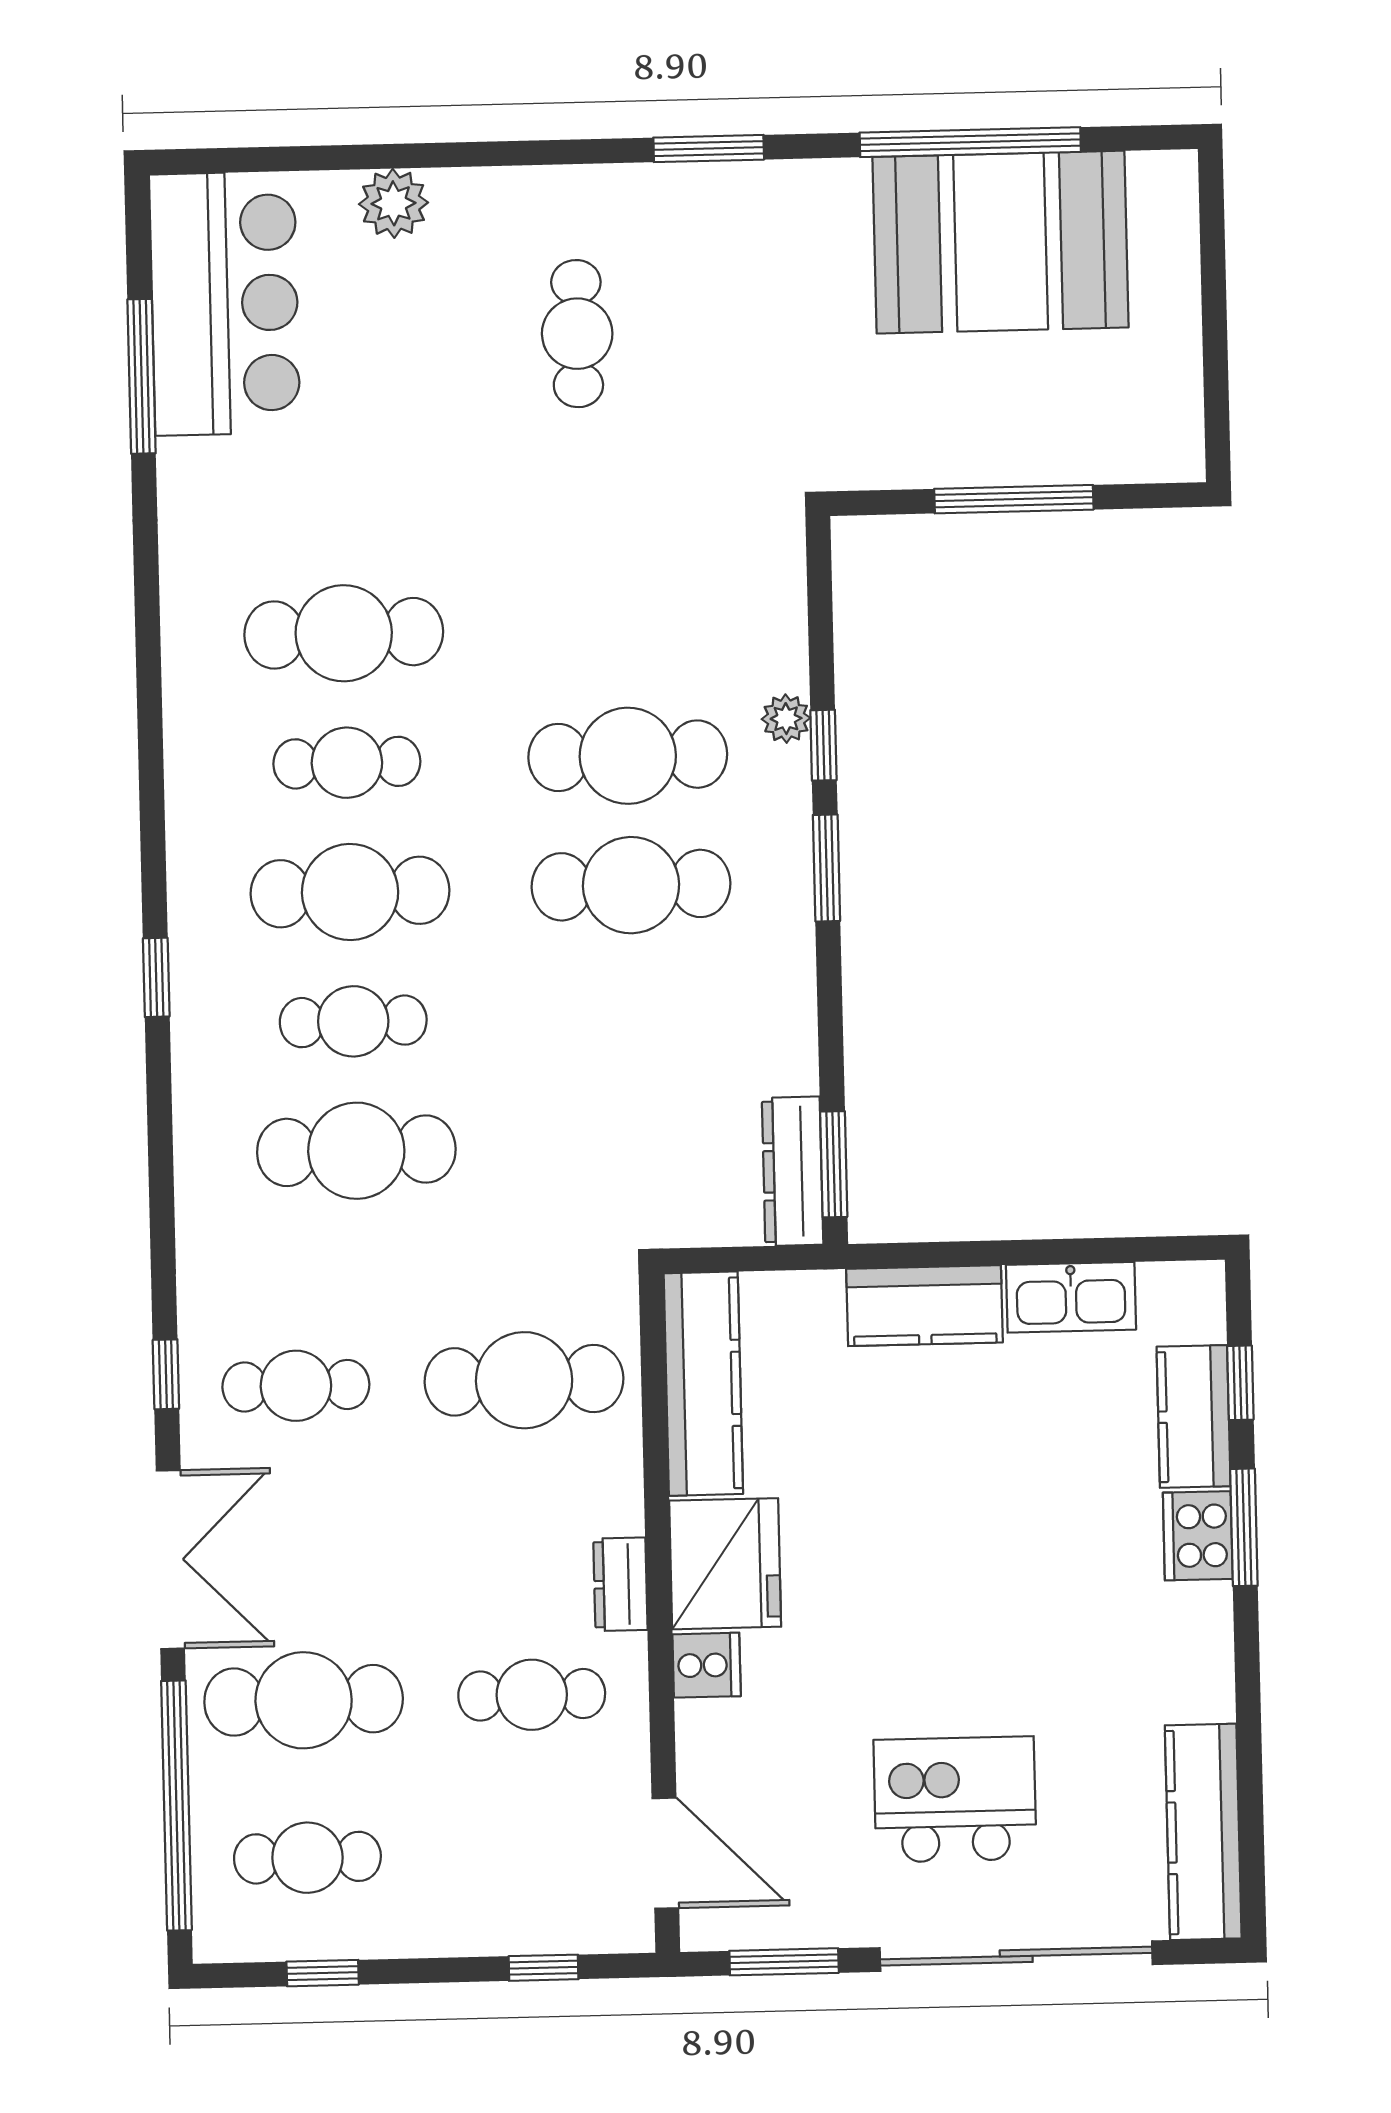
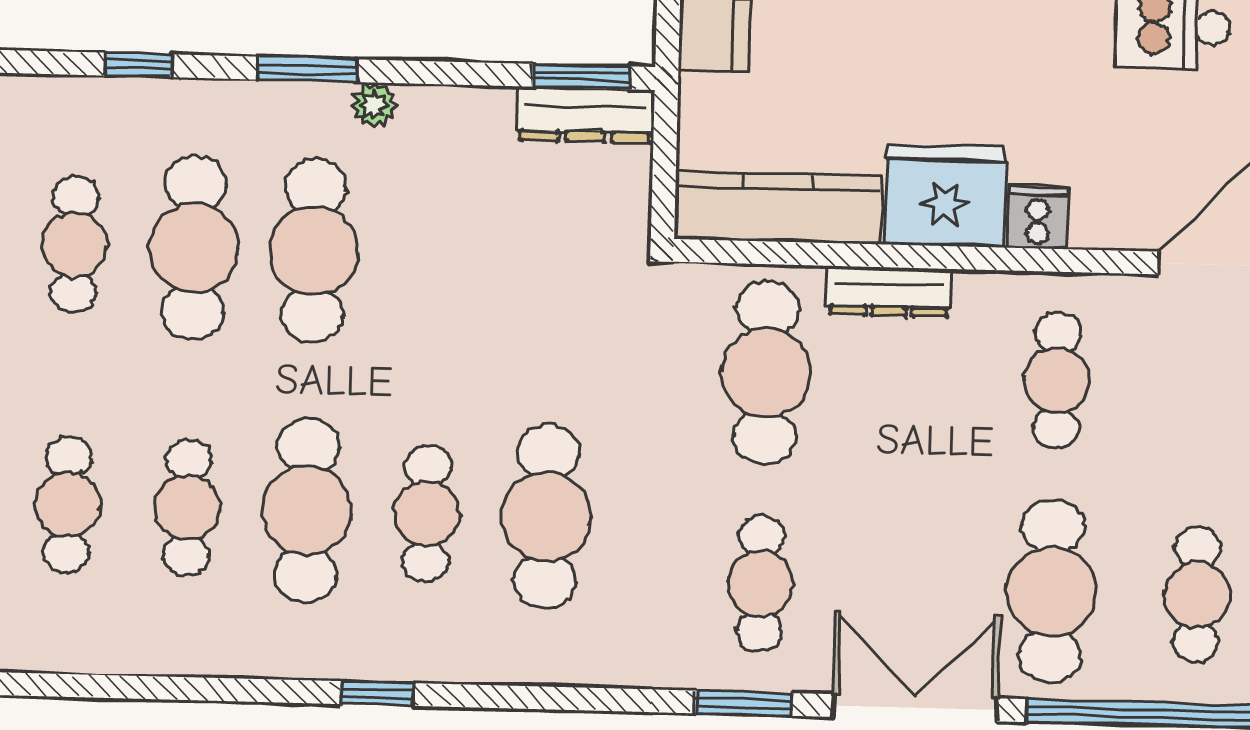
cafe table: (625, 626) -> (75, 244), added
cafe table: (344, 633) -> (68, 504), width x0.73, depth x0.74
plant: (786, 719) -> (374, 105), moved
window: (823, 745) -> (138, 65), moved
window: (166, 1374) -> (744, 703), width x1.50
dresser: (620, 1584) -> (889, 291), moved, width x1.44

